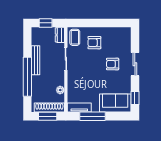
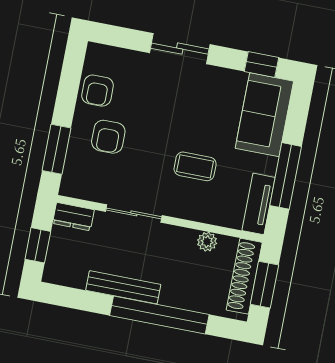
window: (85, 23) -> (56, 149), added
coffee table: (75, 37) -> (195, 166), moved
armchair: (113, 64) -> (98, 91), moved

